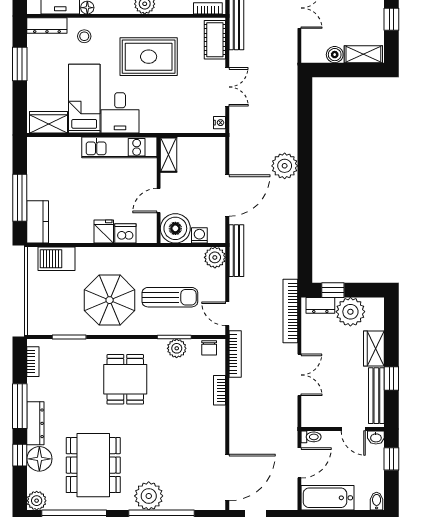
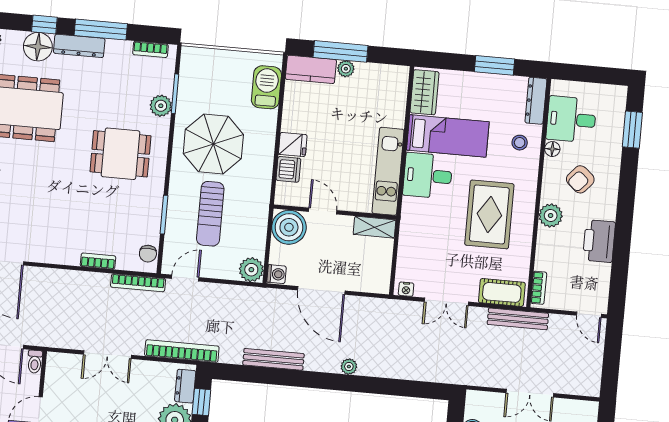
plant: (285, 166) -> (349, 367), width x0.53, depth x0.53
plant: (34, 192) -> (346, 69), added
washing machine: (199, 235) -> (276, 274), moved
bench: (236, 251) -> (273, 359), moved
plant: (177, 348) -> (161, 106), moved
chair: (209, 348) -> (148, 254), turned -90

